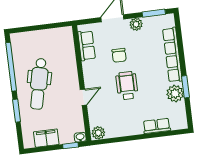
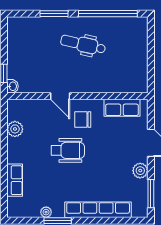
chair: (119, 55) -> (83, 119), moved
dental chair: (39, 84) -> (83, 44), width x0.73, depth x0.72
plant: (175, 94) -> (46, 212), width x0.53, depth x0.53
plant: (98, 133) -> (15, 129), moved
filing cabinet: (46, 138) -> (17, 45), removed

